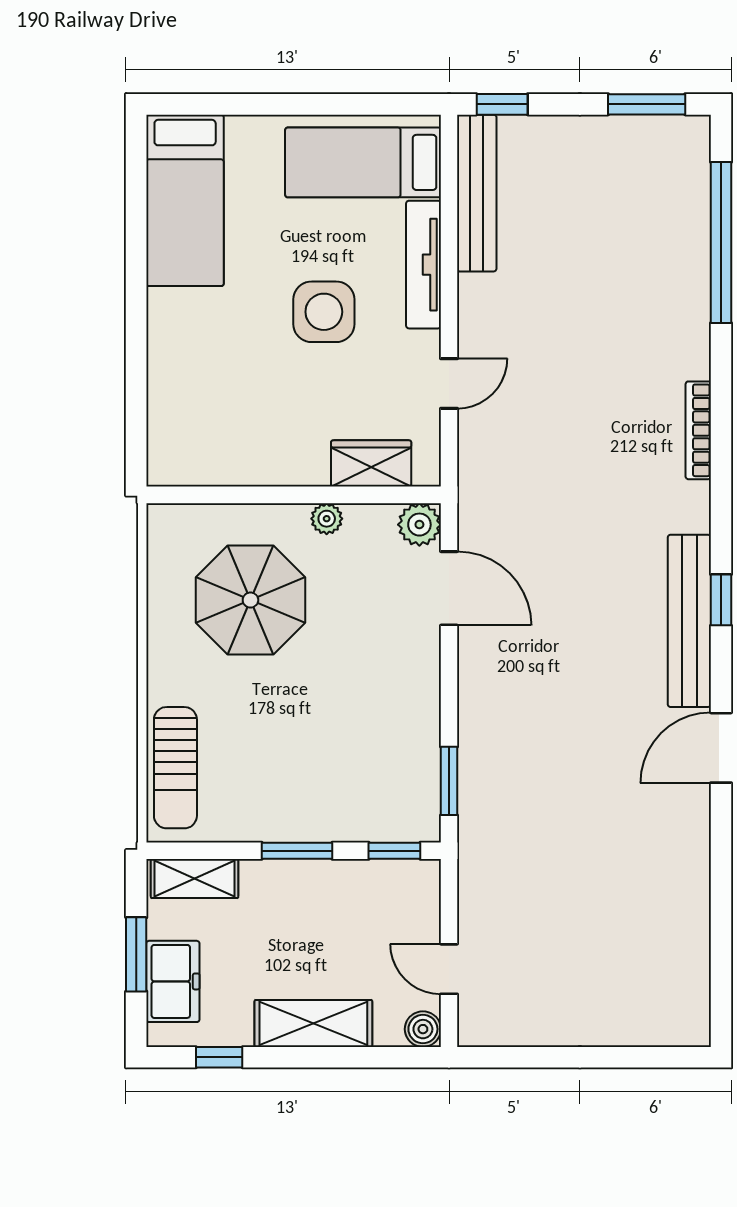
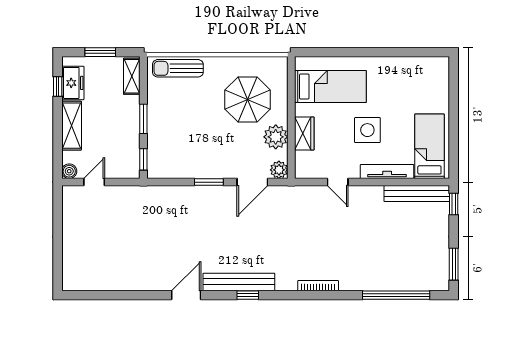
bed: (185, 200) -> (330, 86), moved, turned 180
wardrobe: (371, 463) -> (304, 134), moved
plant: (327, 519) -> (276, 137), width x1.88, depth x1.88
door: (721, 748) -> (186, 295), hinge flipped
window: (449, 781) -> (209, 182), moved
freezer: (173, 981) -> (73, 83), moved, turned -90

